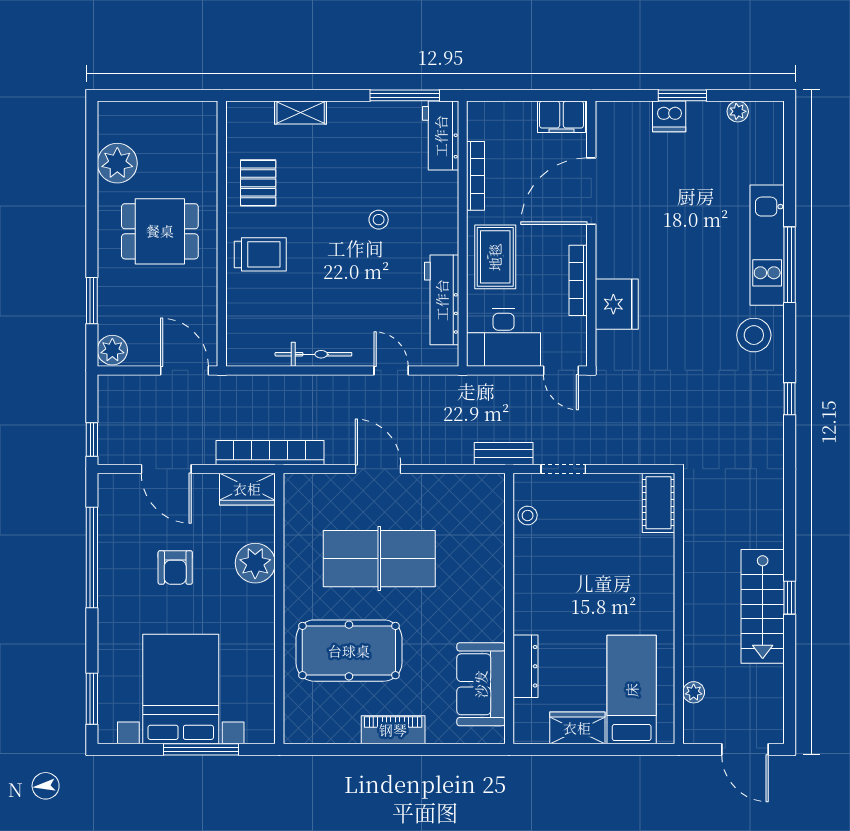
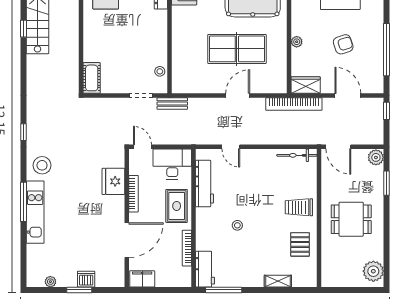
plant: (117, 163) -> (373, 271), moved
bicycle: (313, 354) -> (297, 155), moved
door: (378, 469) -> (238, 96), swing flipped
plant: (255, 563) -> (297, 42), width x0.53, depth x0.53
armchair: (175, 567) -> (343, 44), turned 72

